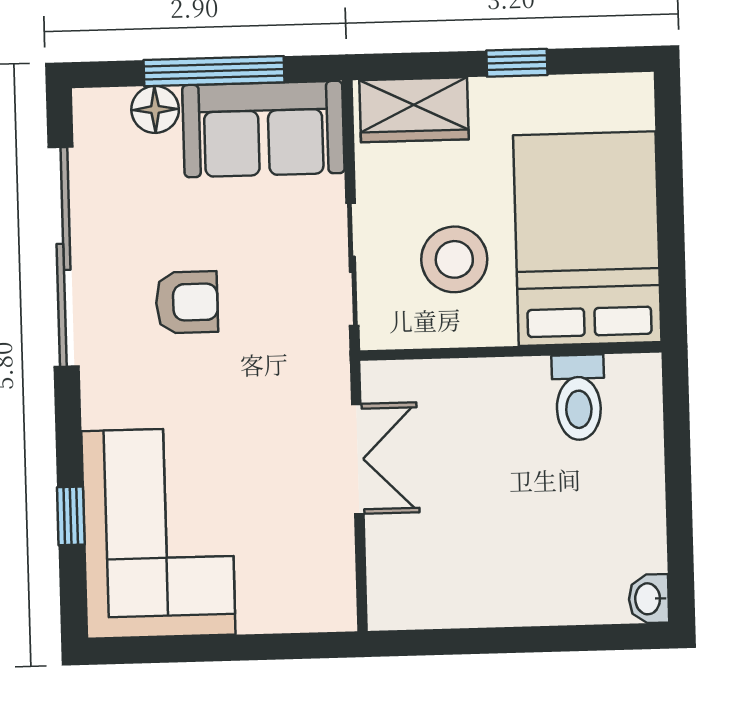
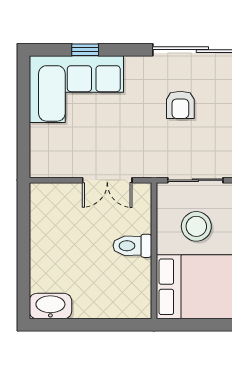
toilet: (579, 397) -> (132, 246), moved
washbasin: (649, 599) -> (50, 306), width x1.91, depth x1.45

